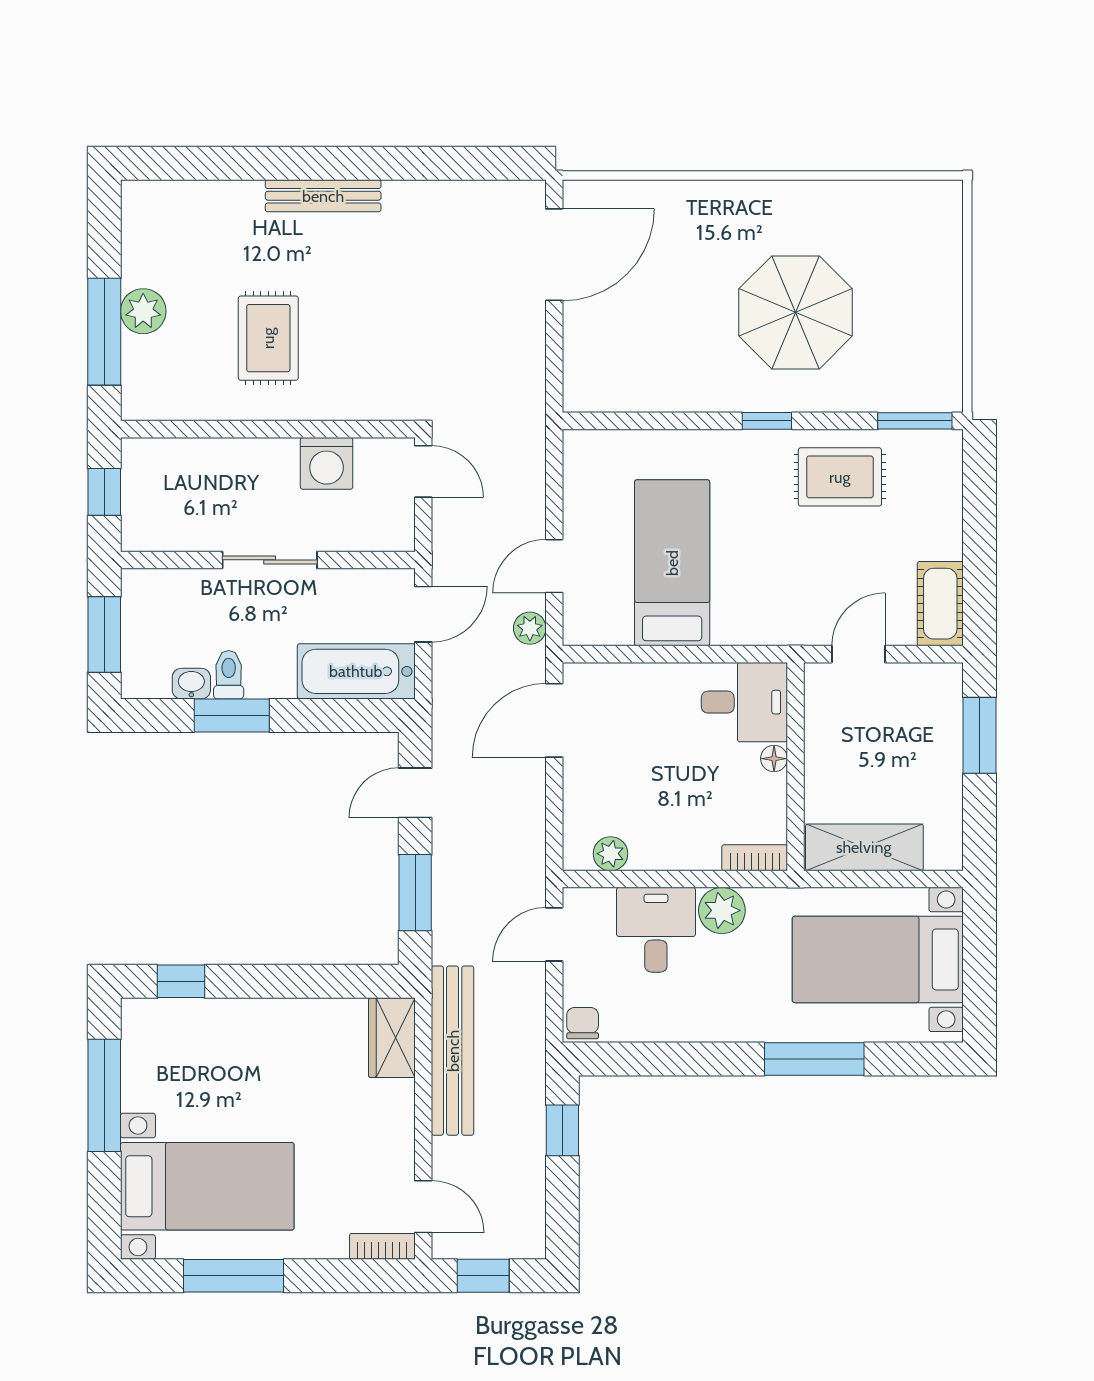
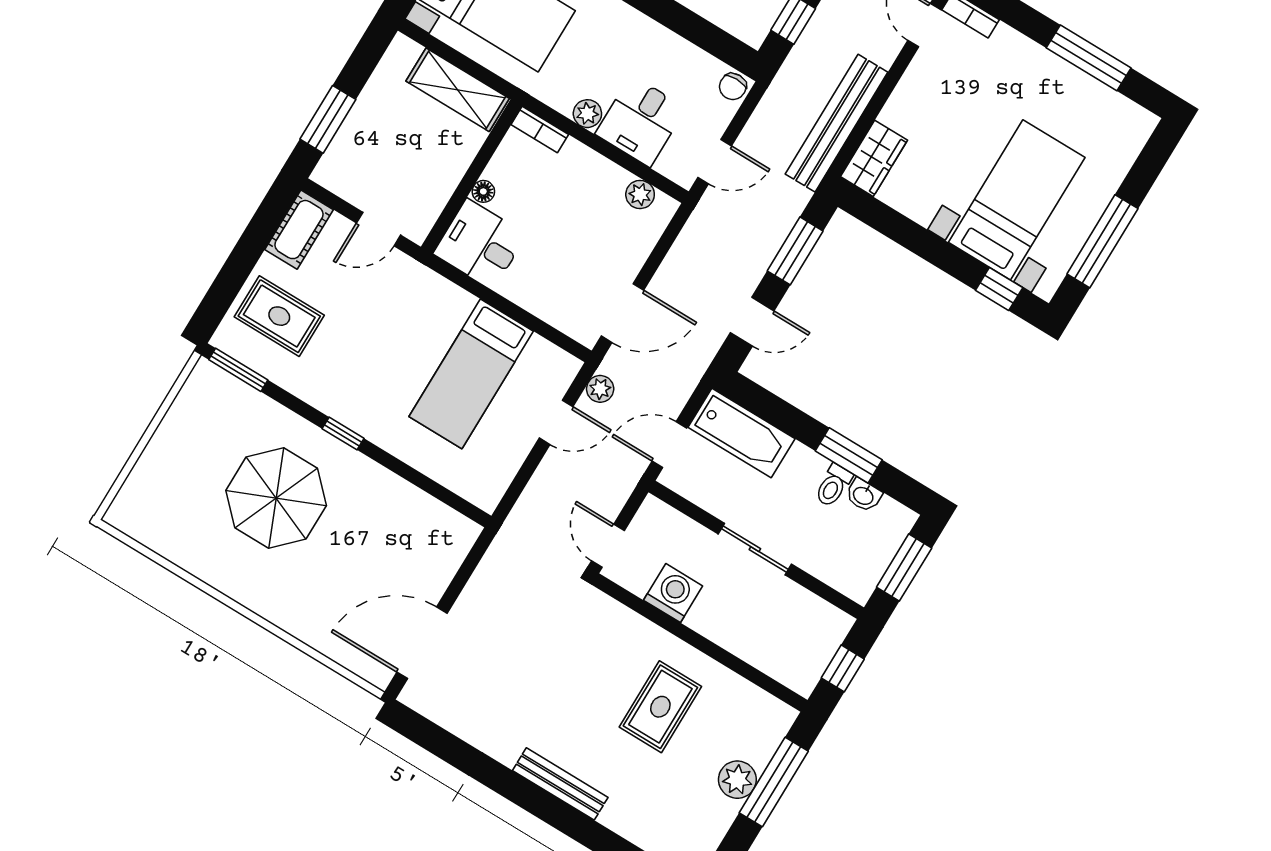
rug: (840, 477) -> (279, 316), moved
plant: (722, 910) -> (587, 114), width x0.73, depth x0.73
bed with nightstands: (207, 1186) -> (1017, 200), moved, turned 90

